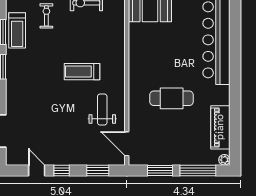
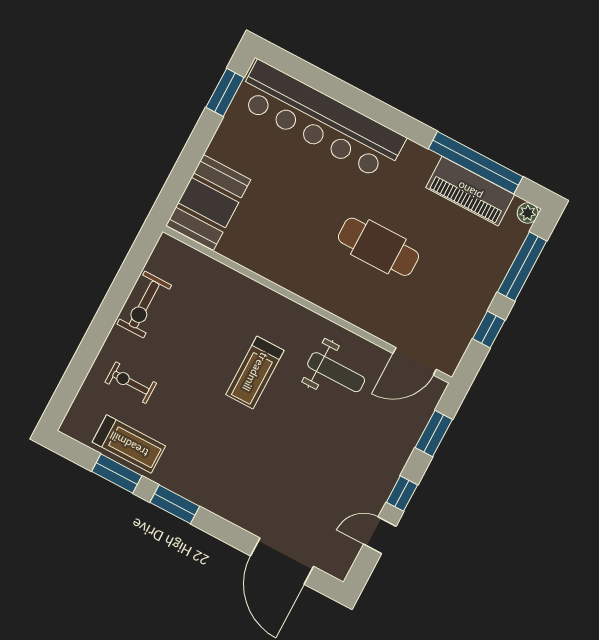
cafe table: (172, 98) -> (378, 247), turned 90
weight bench: (102, 110) -> (336, 372), turned 180
window: (235, 123) -> (476, 163), added
window: (160, 171) -> (489, 330), width x0.67

